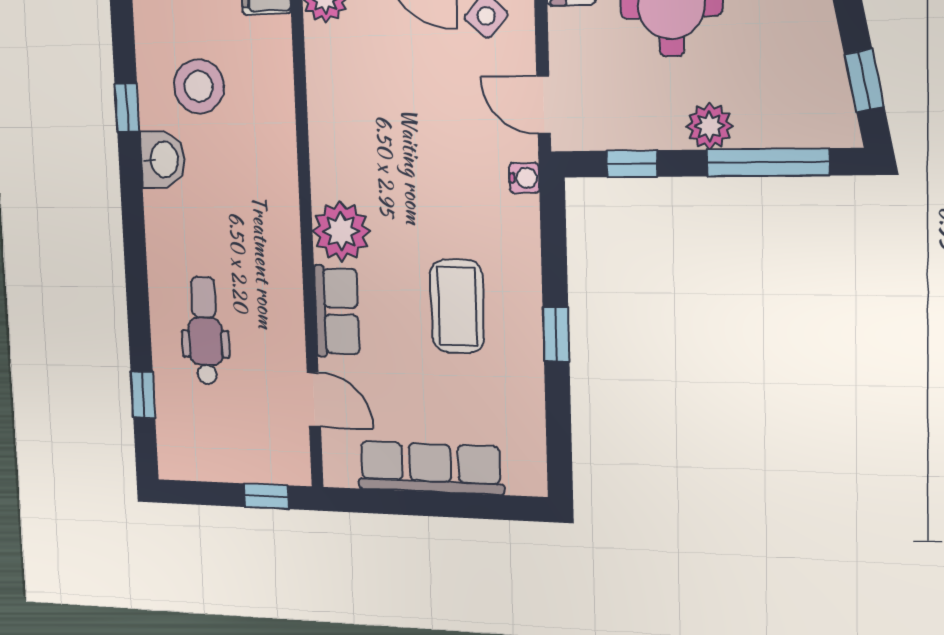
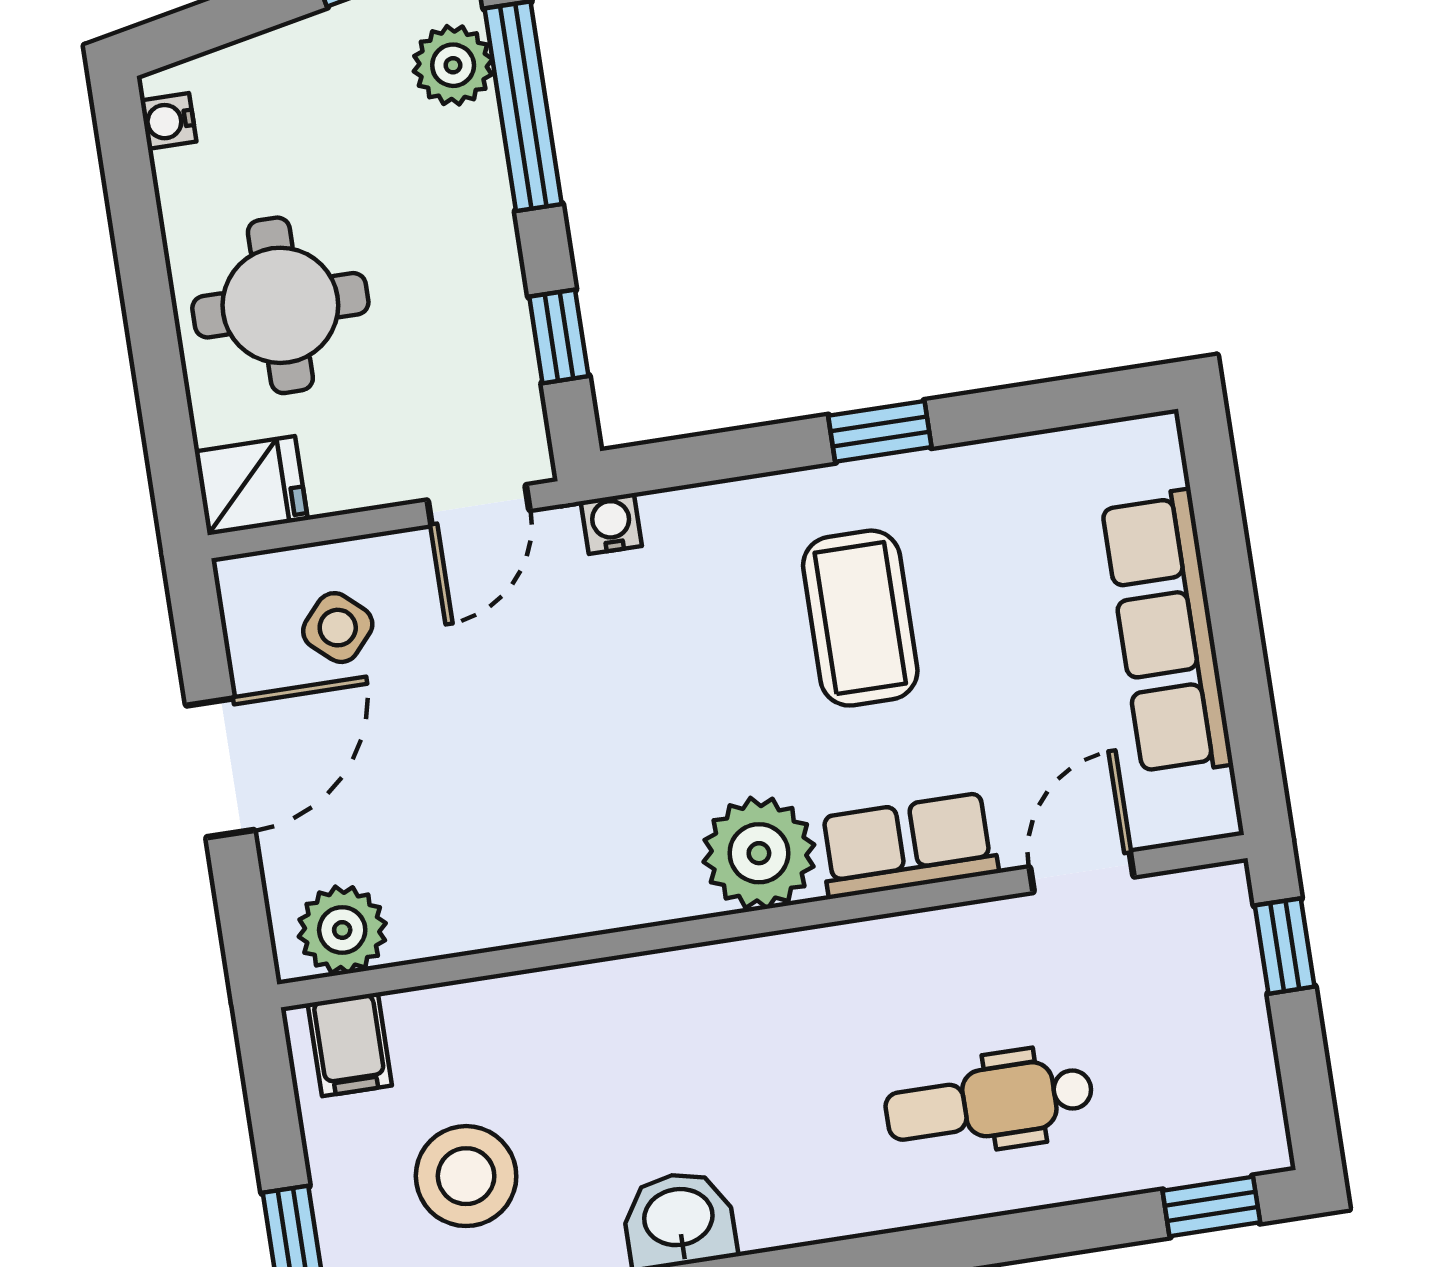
stool: (199, 86) -> (466, 1176), moved
plant: (709, 126) -> (453, 65), moved
coffee table: (457, 306) -> (860, 618), turned 90
window: (143, 395) -> (1211, 1206), moved

